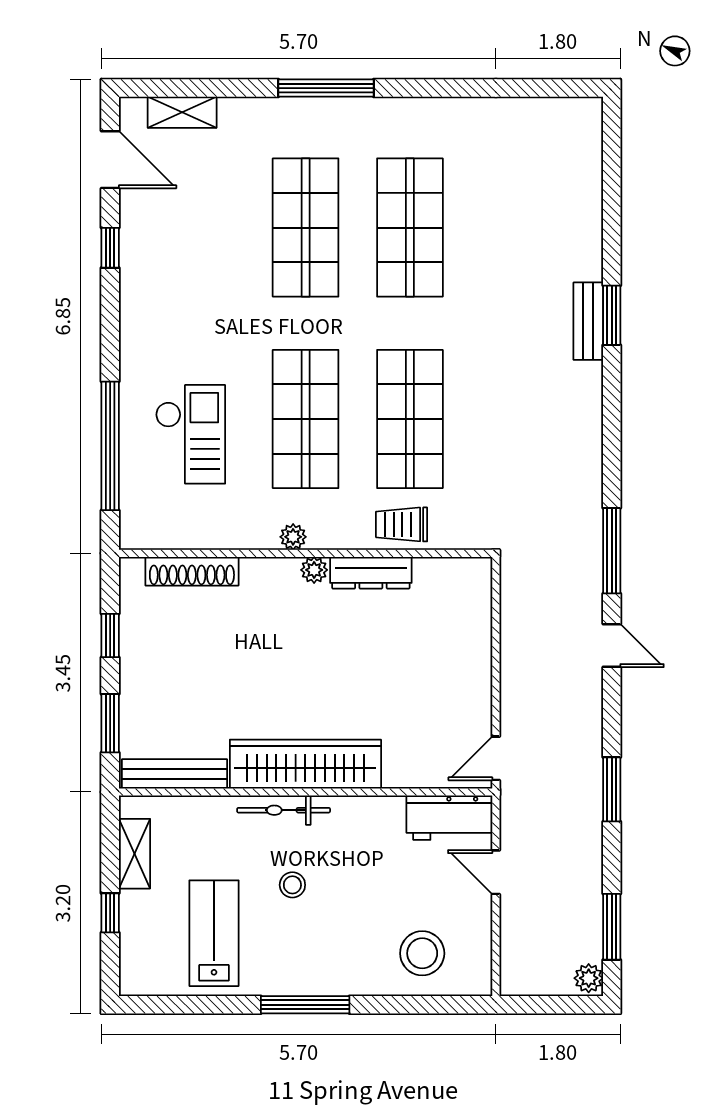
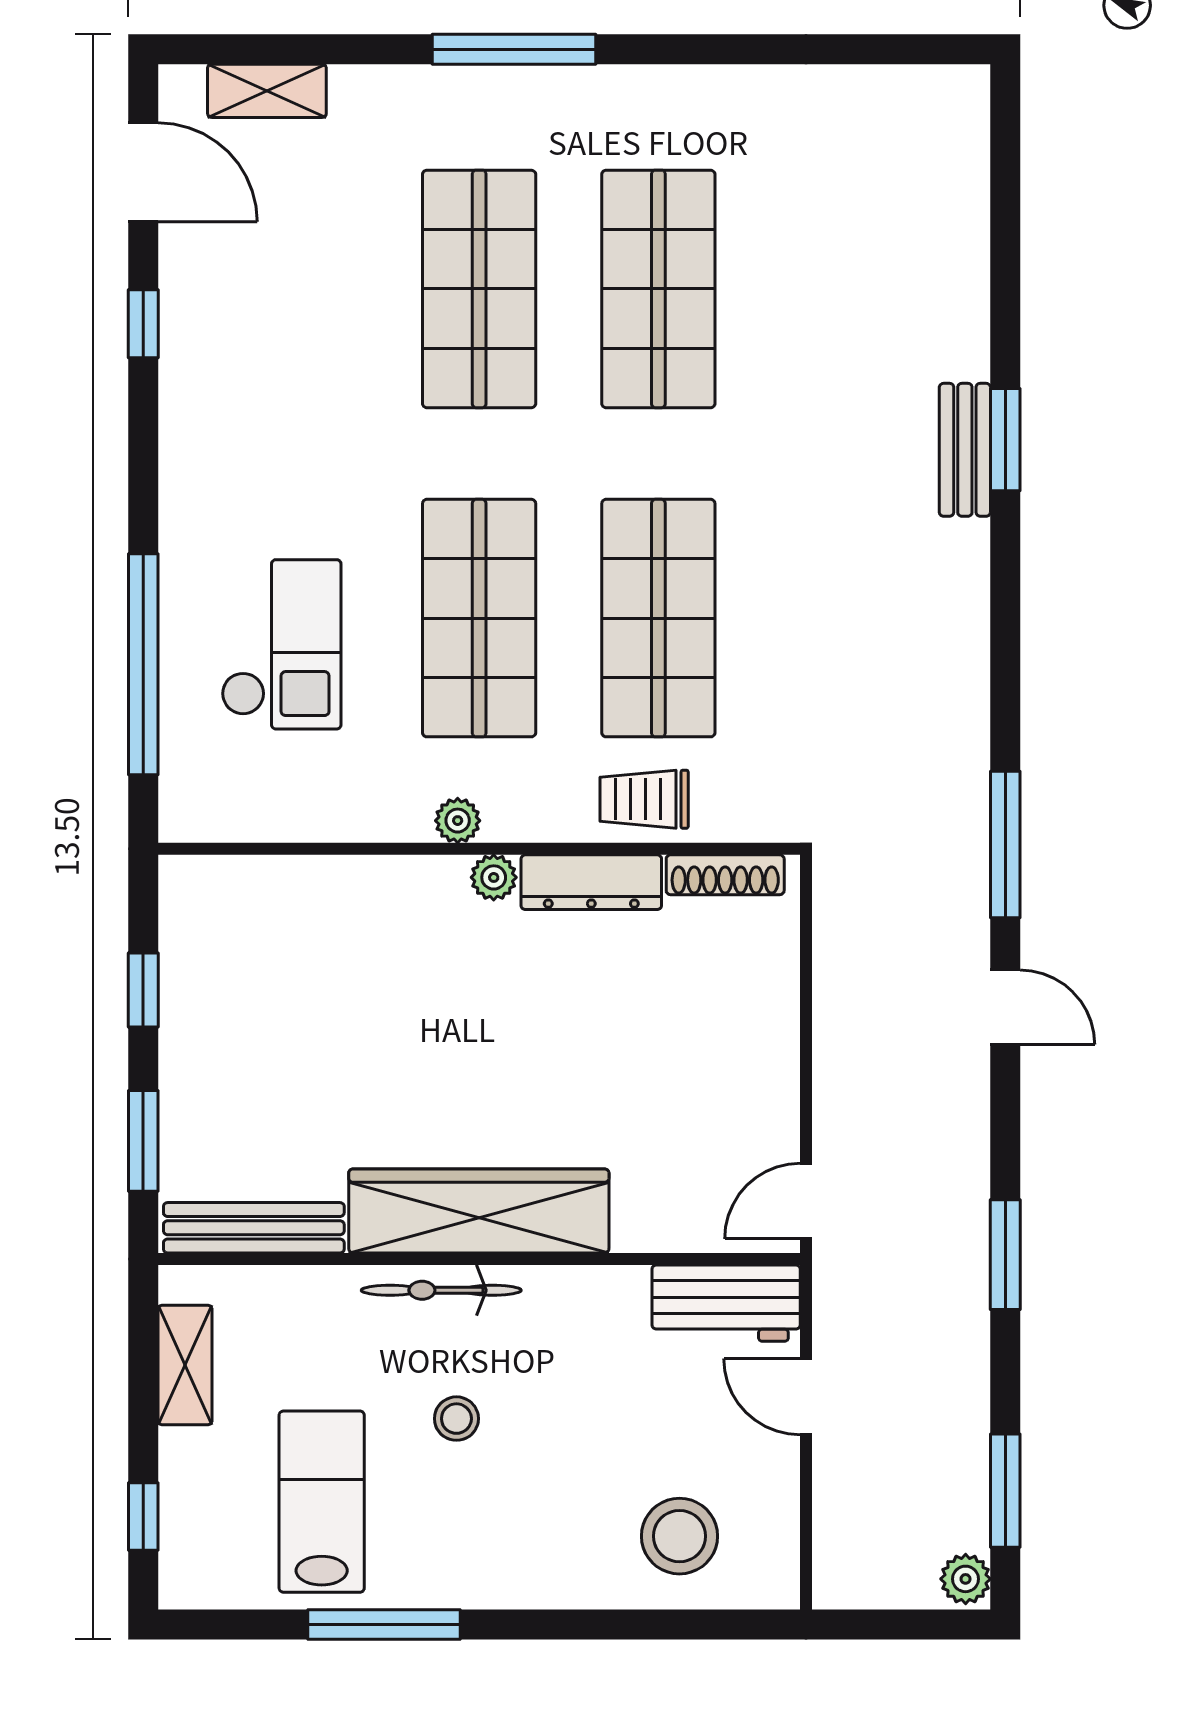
shoe rack: (192, 571) -> (725, 875), moved, width x0.74, depth x0.81
window: (110, 913) -> (143, 1516), moved
window: (305, 1005) -> (384, 1625), moved

